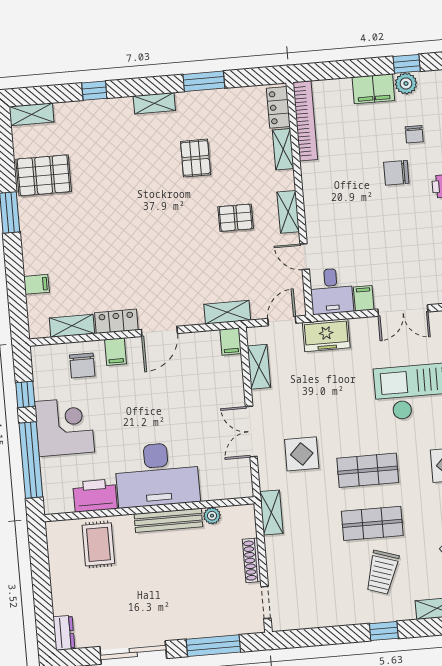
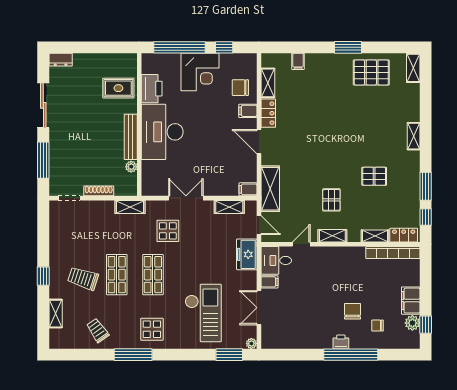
window: (94, 91) -> (426, 217), moved
shelving: (154, 103) -> (414, 136), moved
pallet: (44, 175) -> (371, 72), turned 90
shelving: (227, 312) -> (270, 189), width x1.50, depth x1.33

